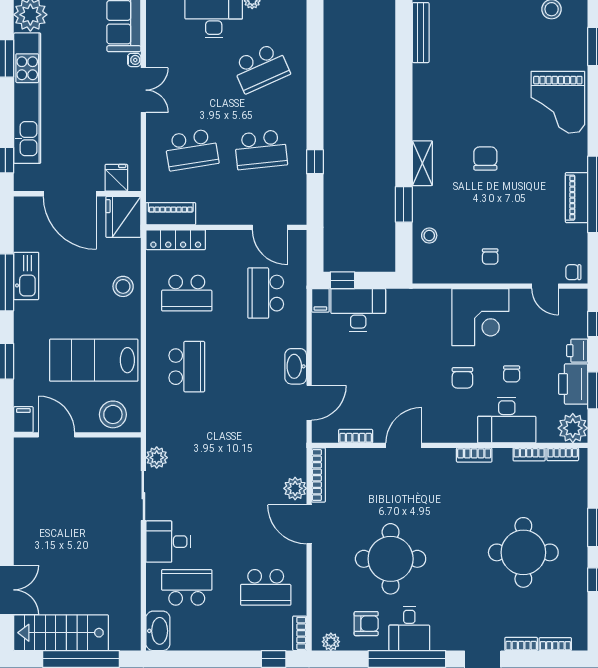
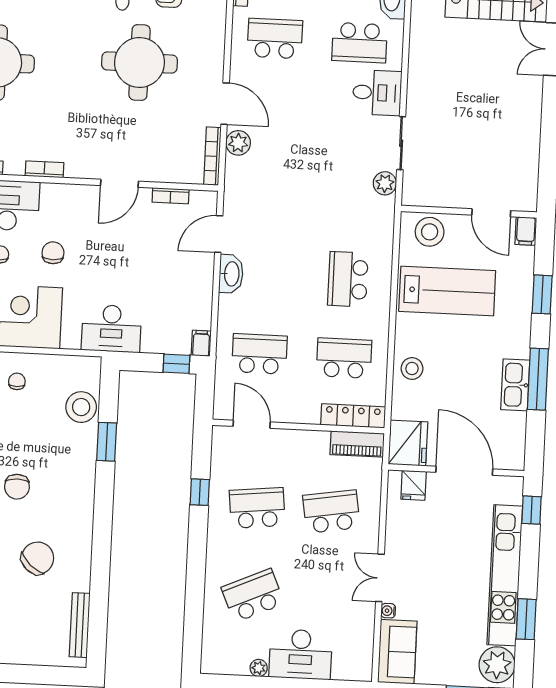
chair: (463, 93) -> (38, 558), added
shelving: (422, 163) -> (85, 485), removed
stool: (429, 236) -> (81, 407), width x1.89, depth x1.89
school desk: (266, 293) -> (259, 354), turned -90
desk: (358, 310) -> (111, 328), moved

